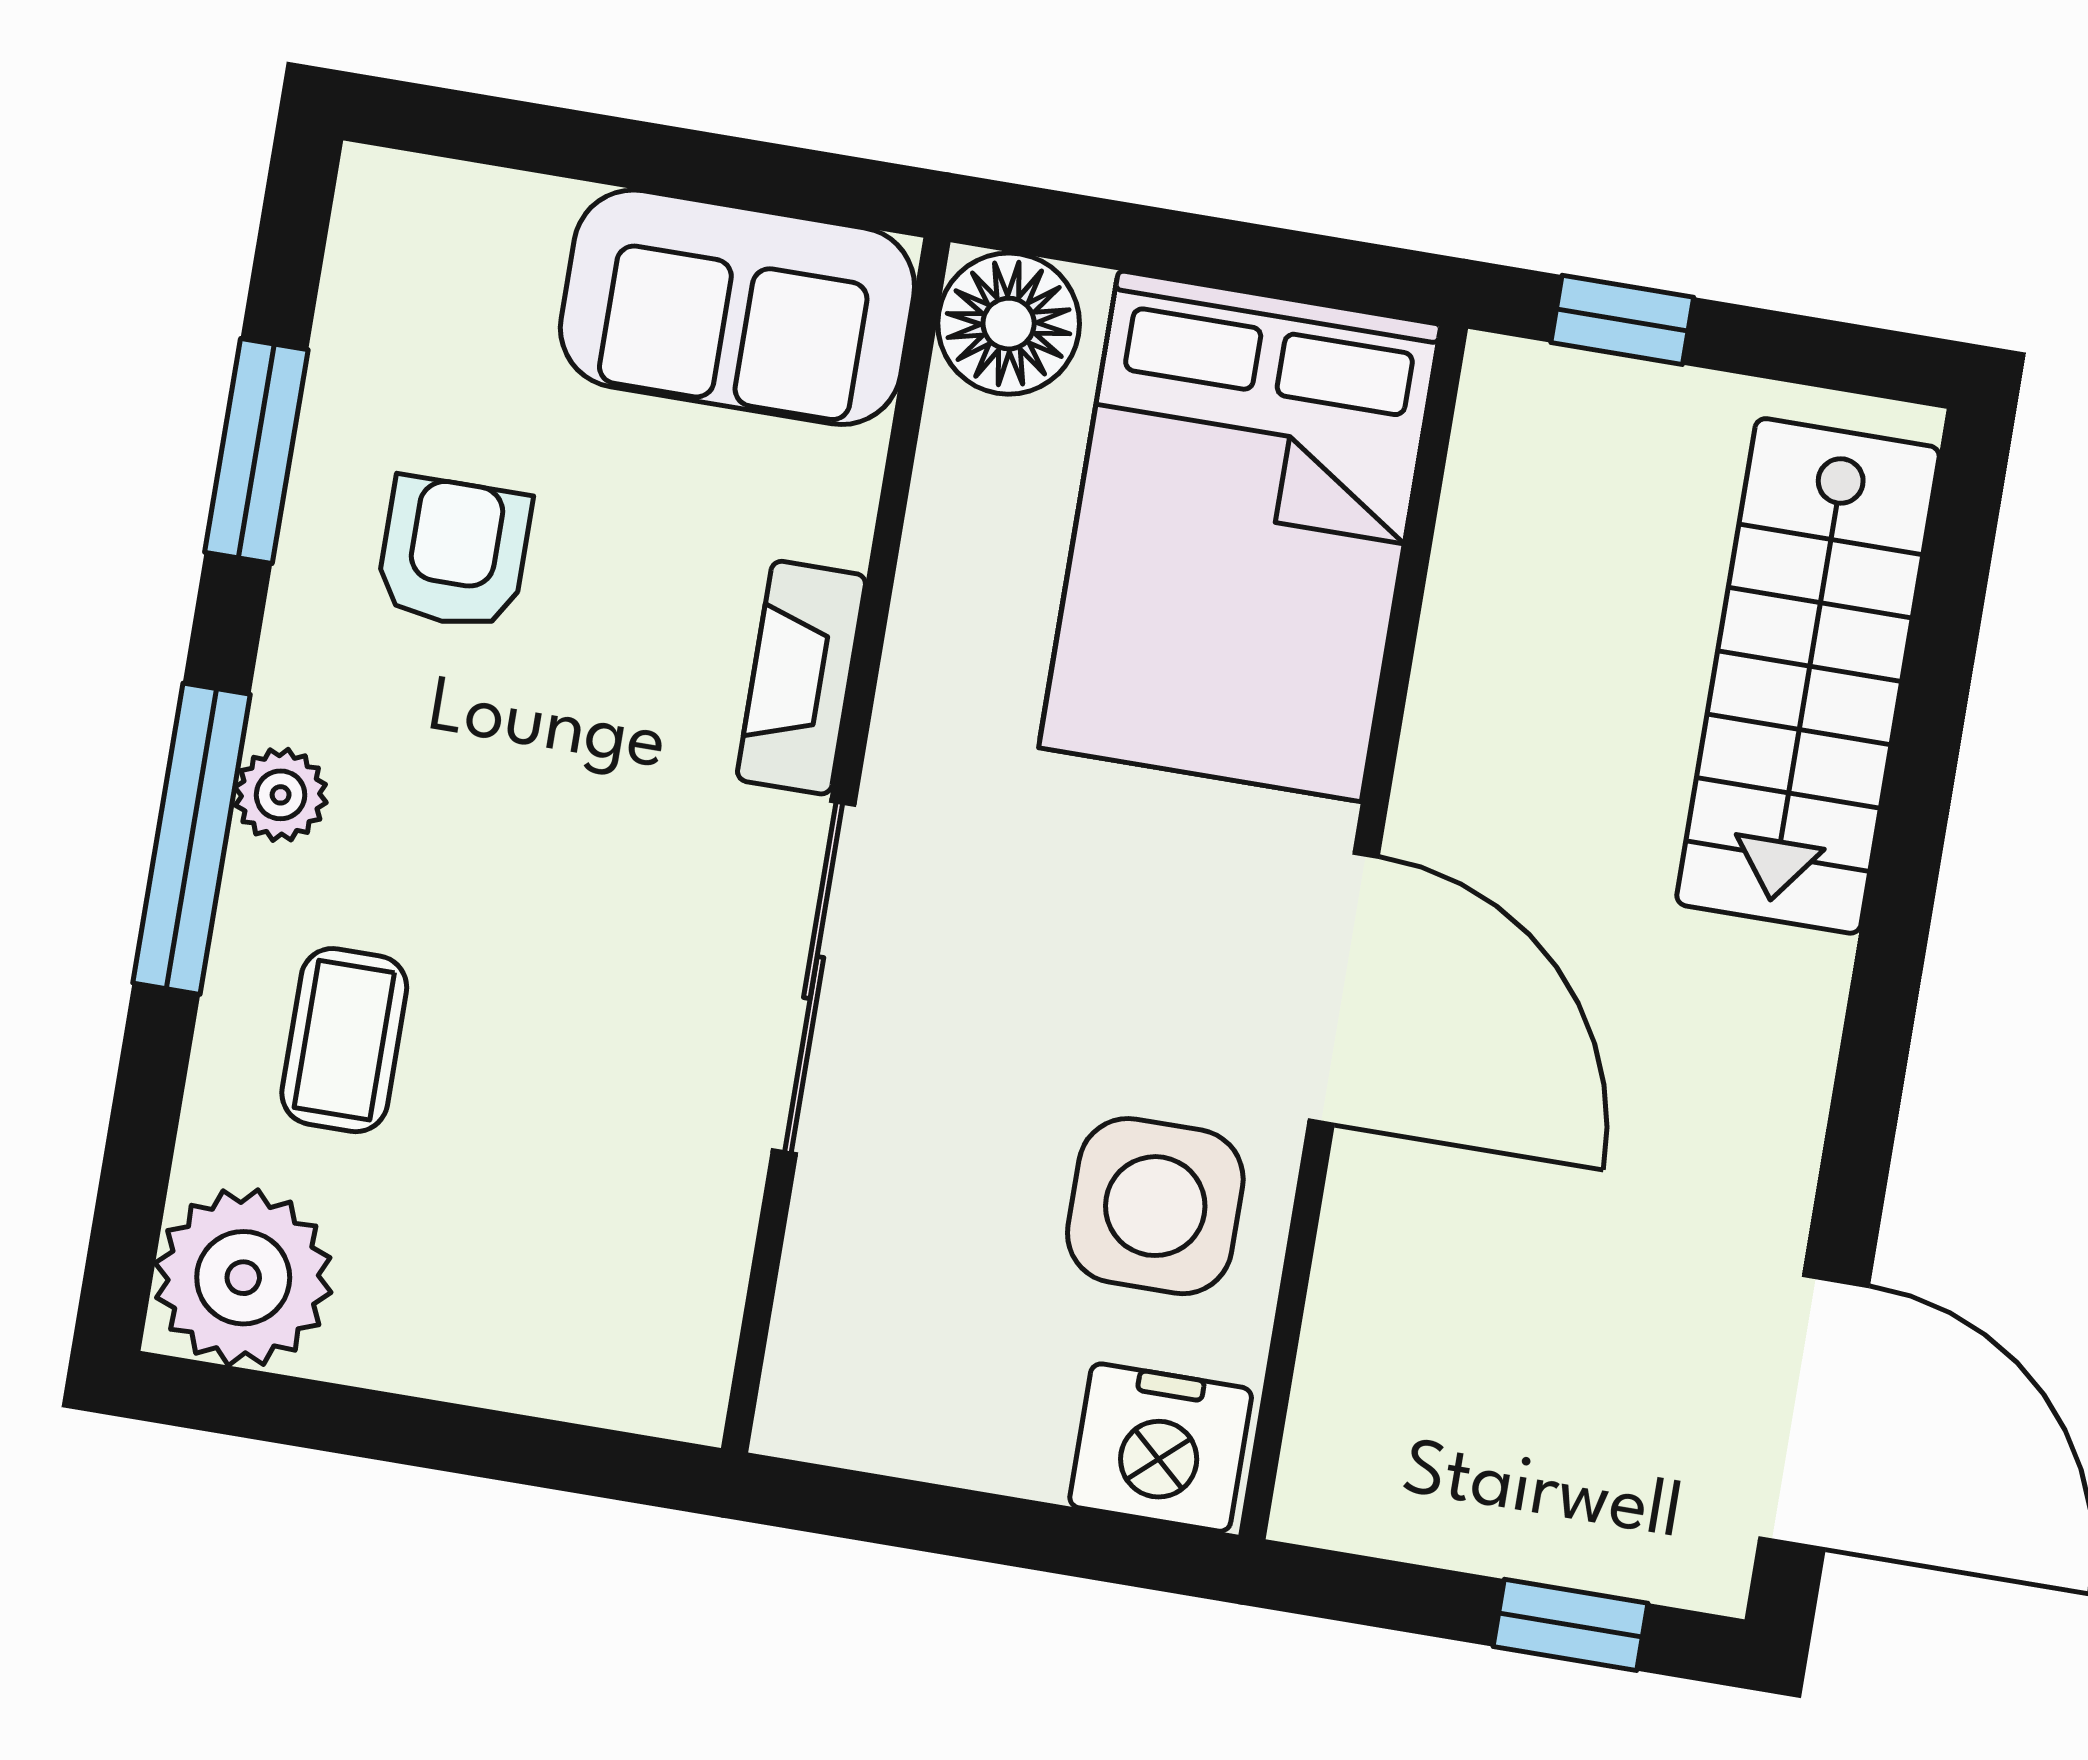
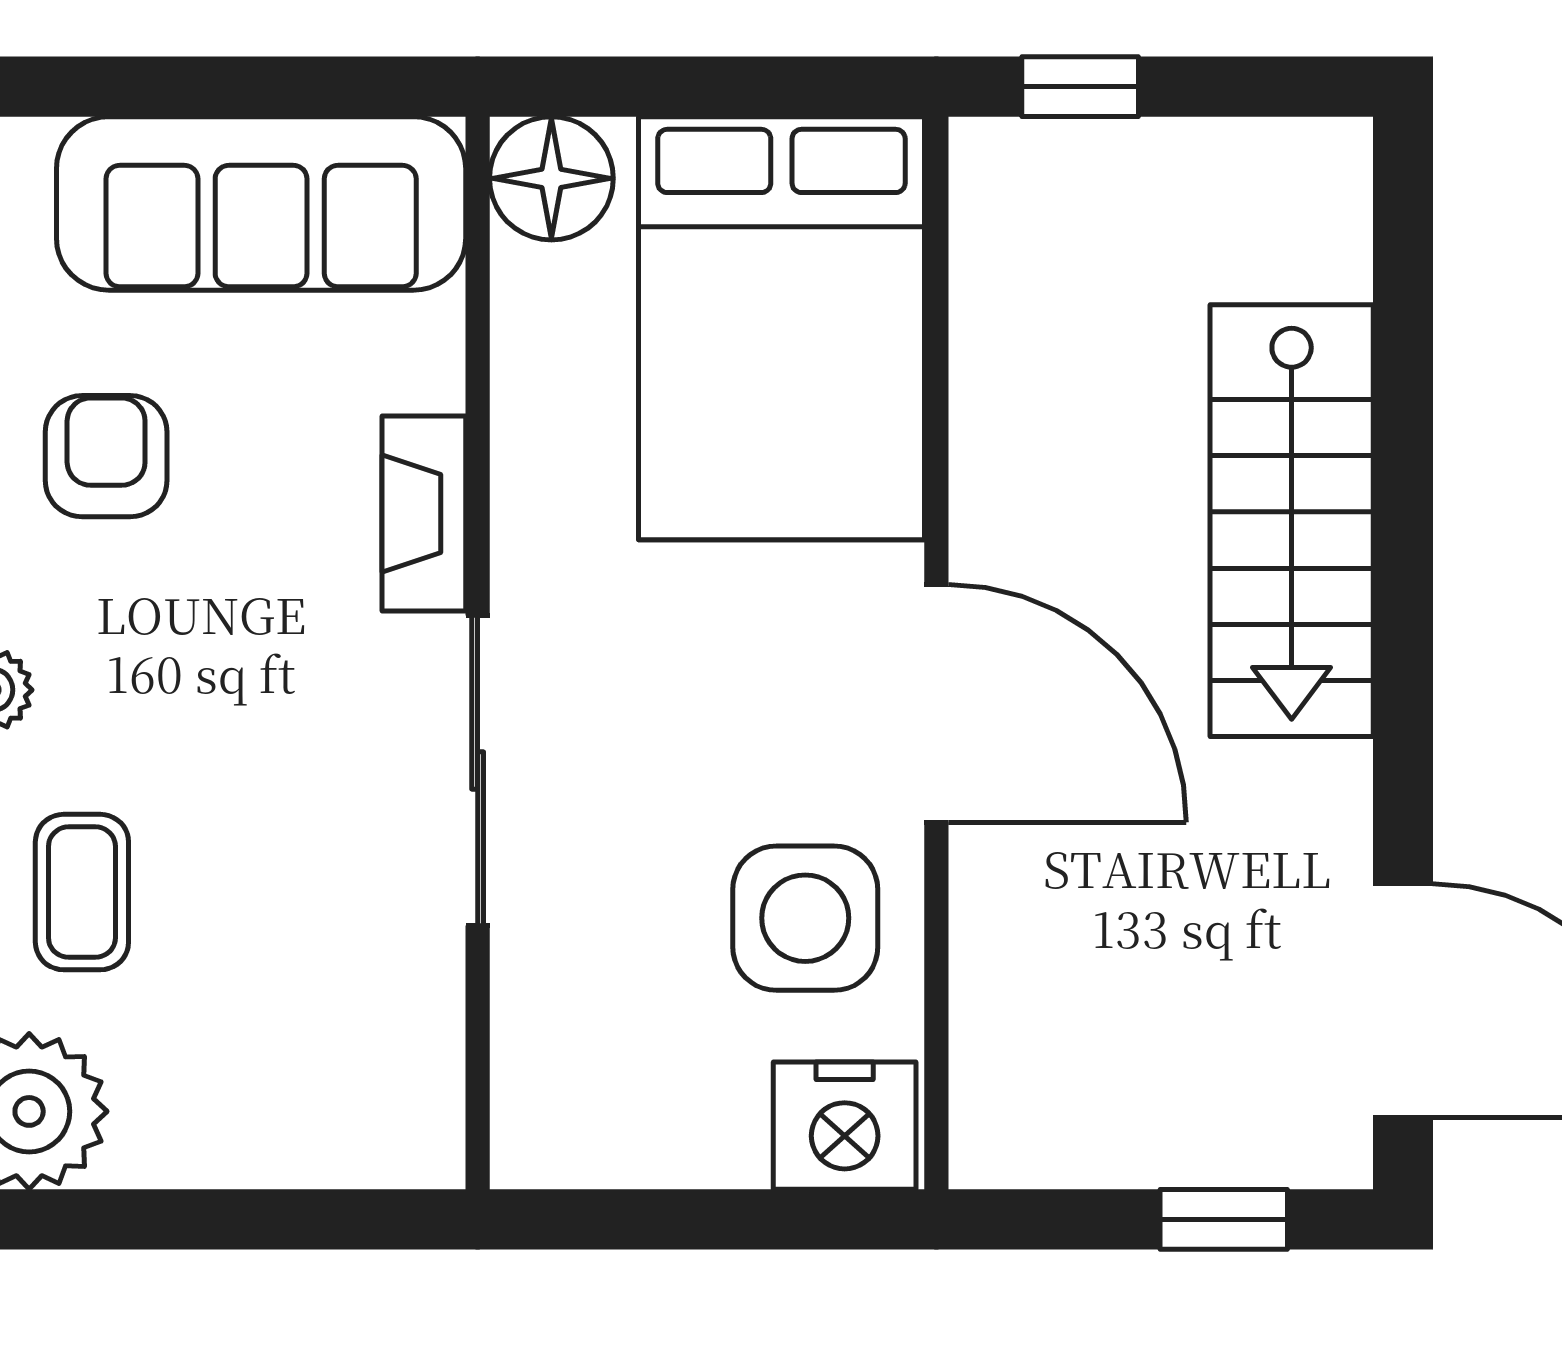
sofa: (737, 307) -> (261, 203), width x1.36
stairs: (1808, 676) -> (1292, 521), moved

